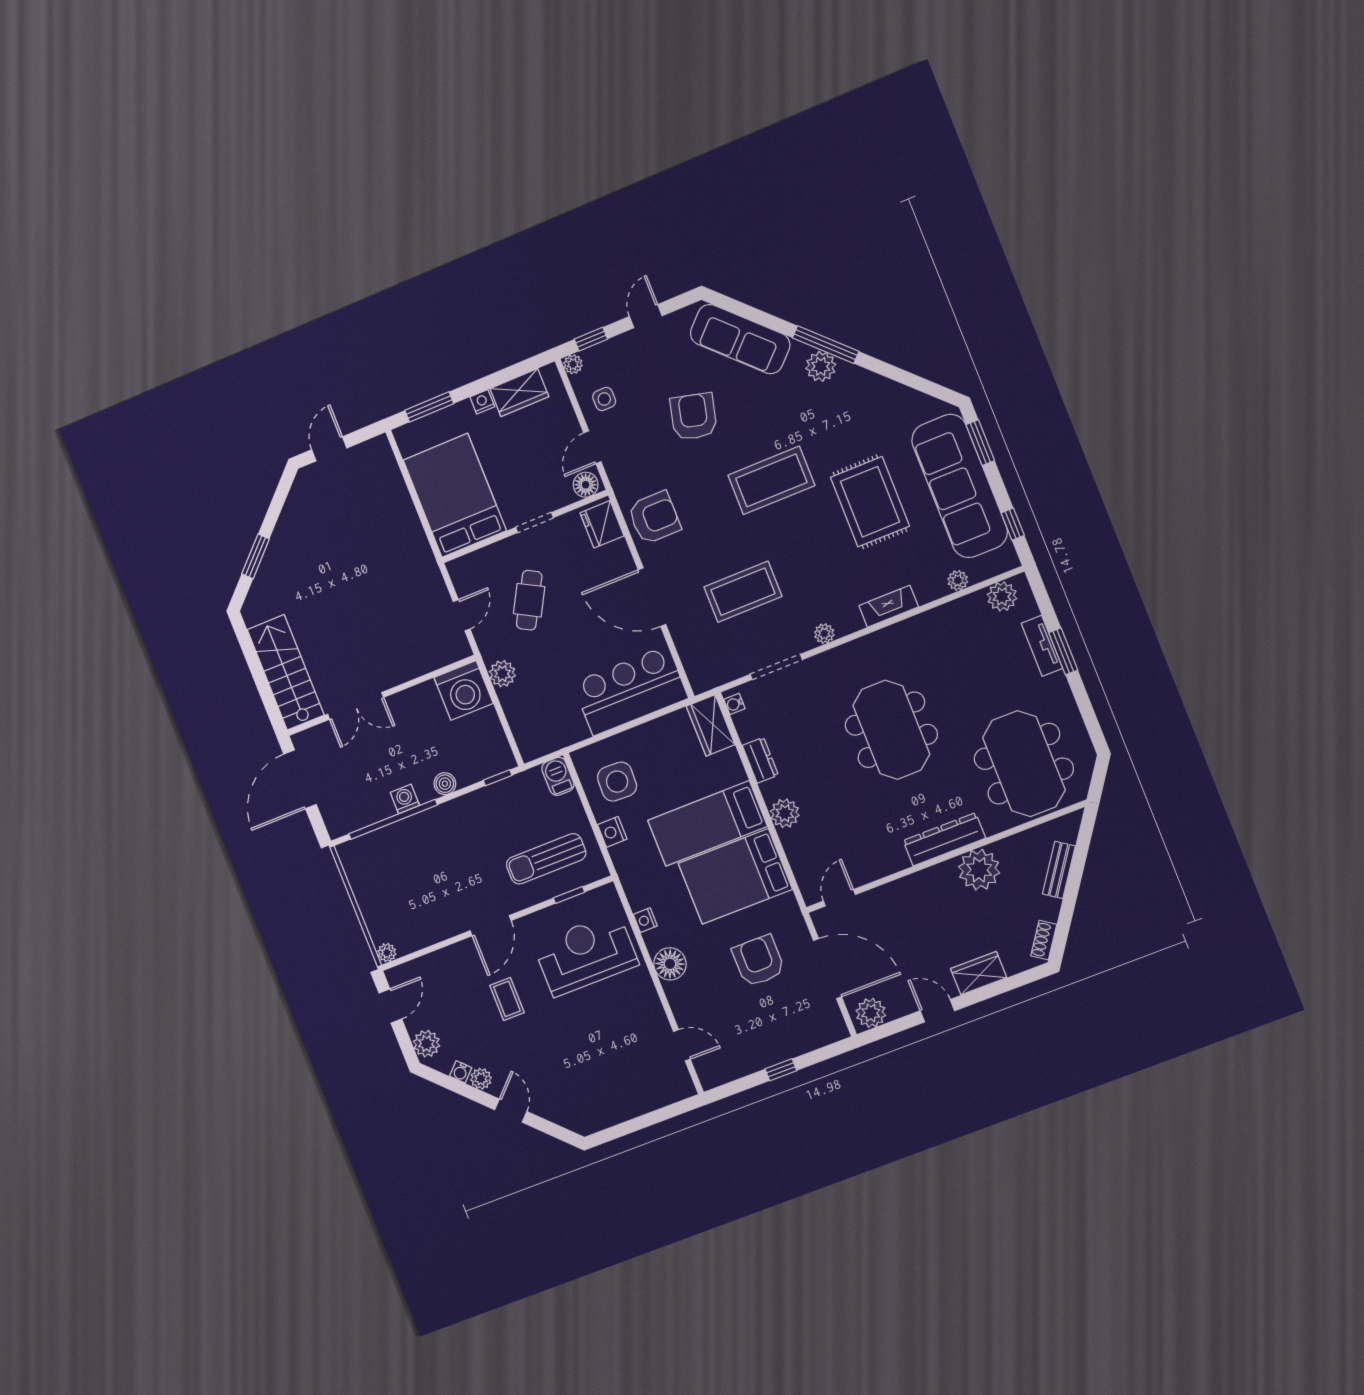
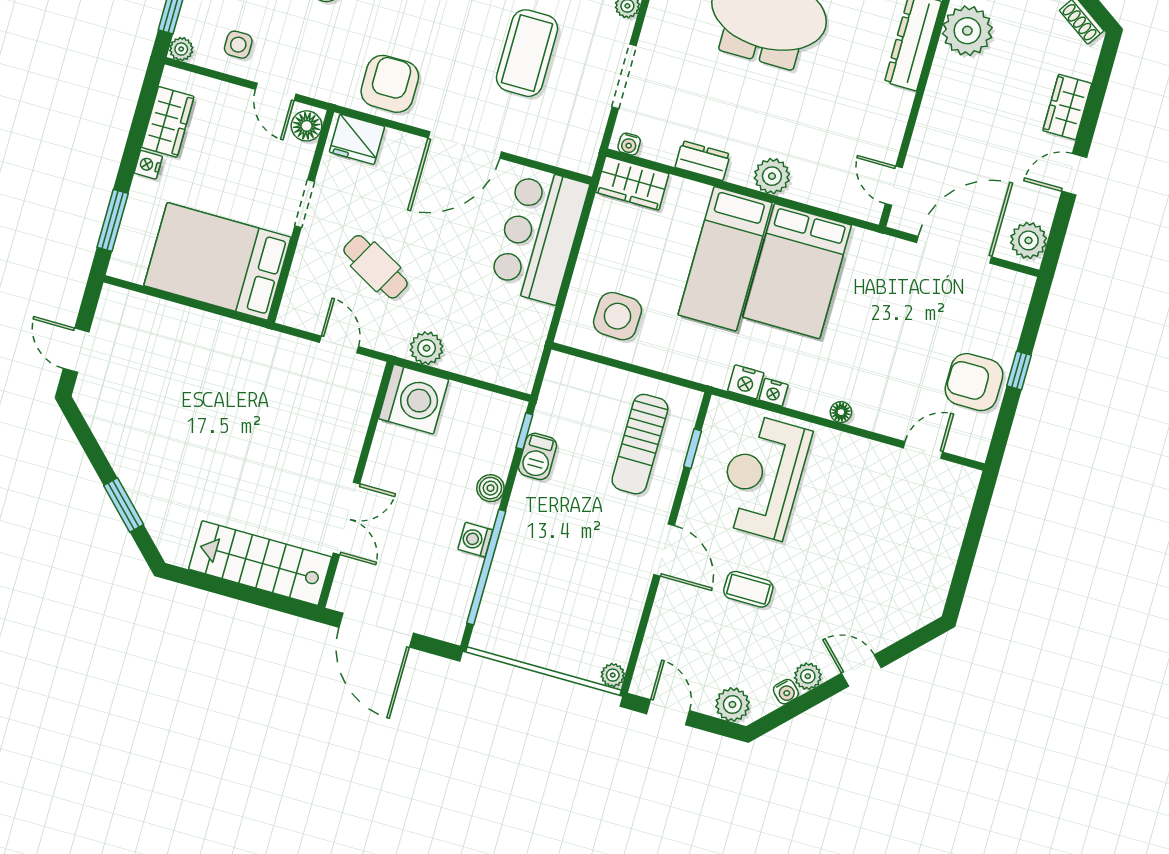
barbecue: (558, 776) -> (538, 456), moved, turned -90
nightstand: (612, 832) -> (746, 382), moved
armchair: (759, 961) -> (974, 382), moved
floor lamp: (670, 964) -> (841, 412), width x0.53, depth x0.53

